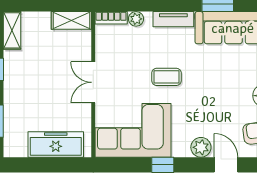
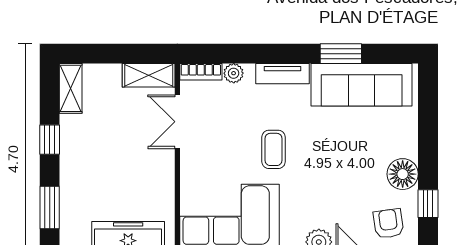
coffee table: (166, 77) -> (274, 149), turned 90
double door: (93, 82) -> (177, 122), moved

